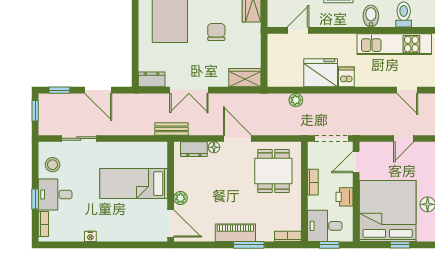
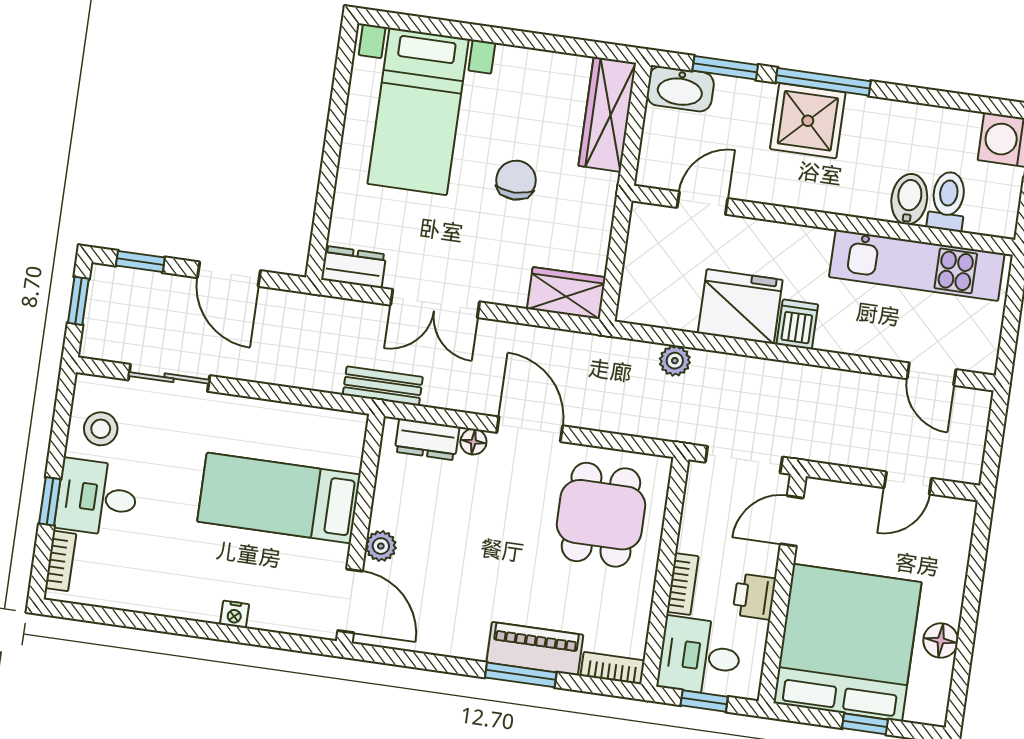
bidet: (371, 16) -> (909, 199), moved
bookcase: (313, 182) -> (683, 584), moved
piano: (235, 233) -> (535, 649), moved
nightstand: (90, 236) -> (234, 614), moved

